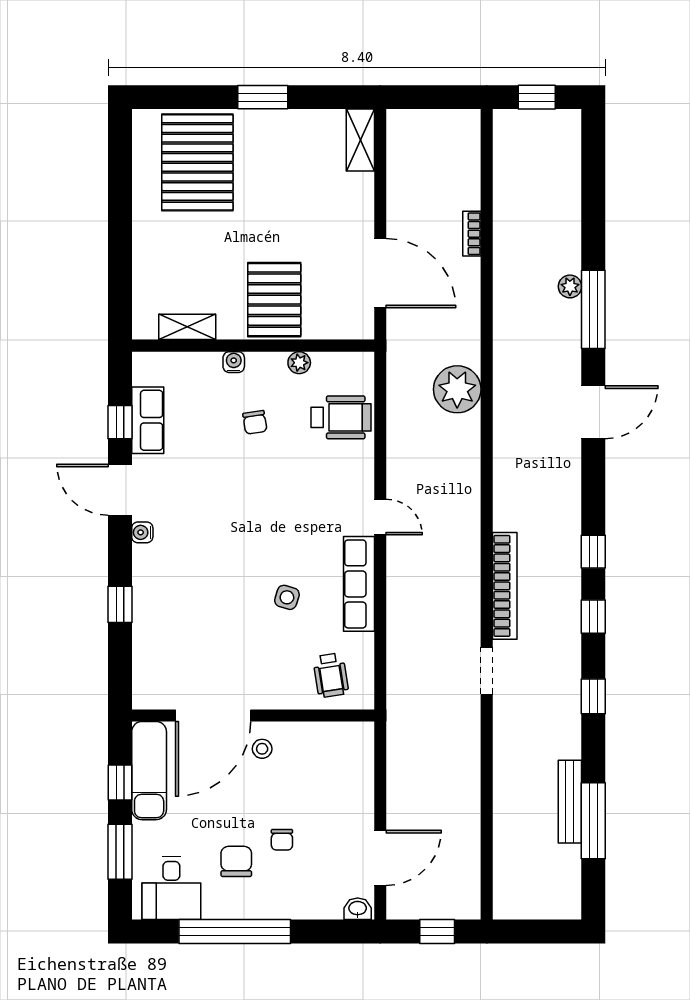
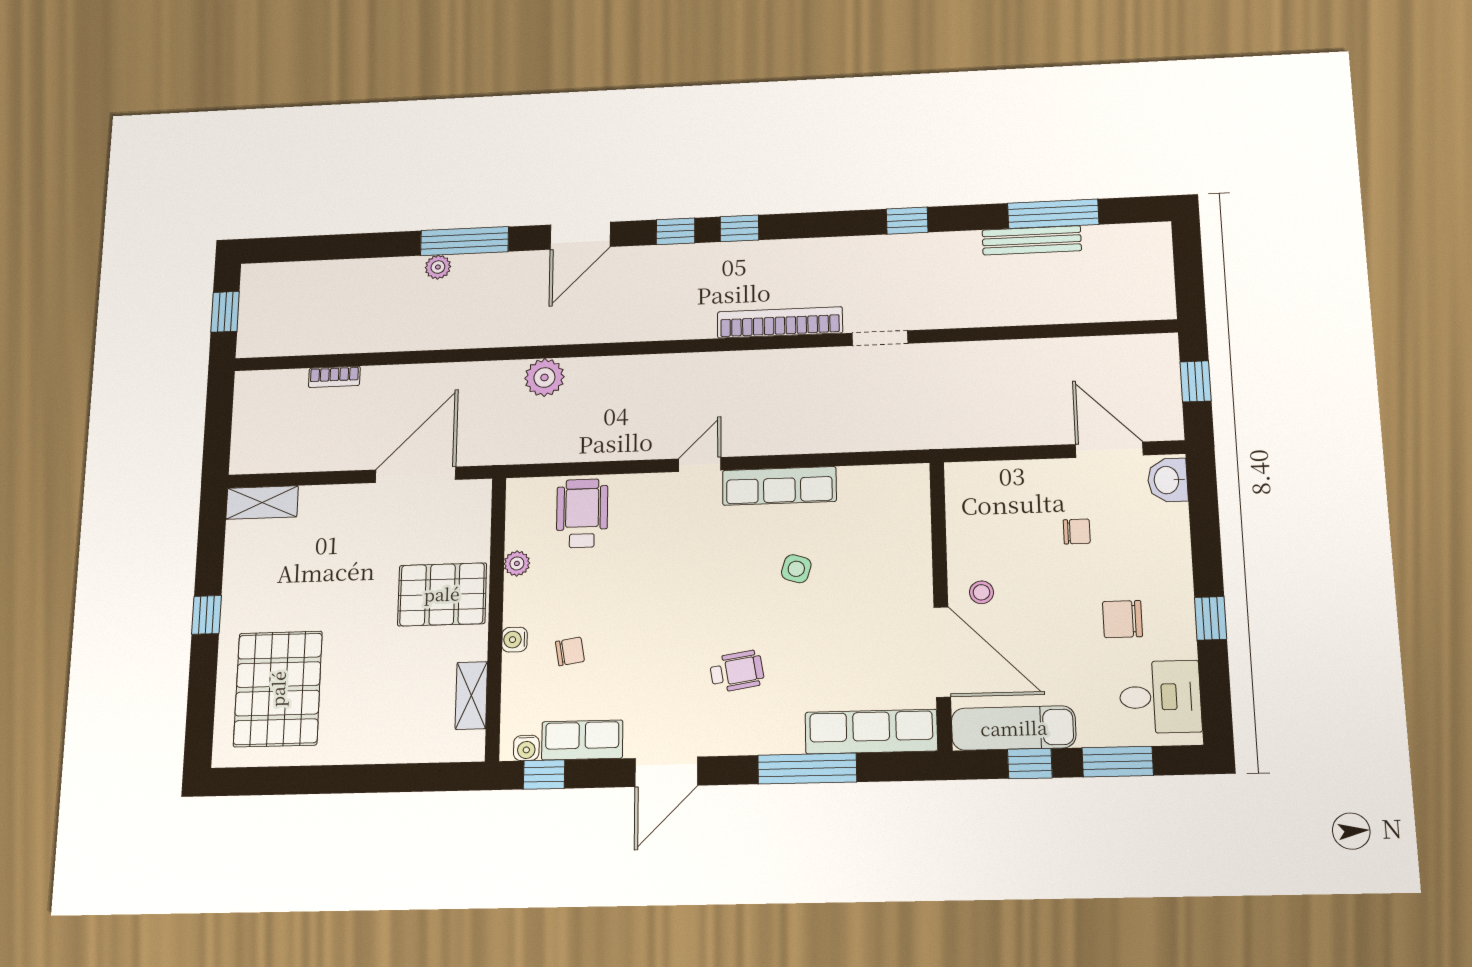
window: (263, 97) -> (207, 615), width x0.67
pallet: (197, 162) -> (278, 689), turned 90
bookcase: (472, 234) -> (334, 377), moved
plant: (457, 389) -> (544, 378), width x0.73, depth x0.73
door: (593, 412) -> (580, 236), swing flipped
window: (120, 422) -> (544, 775), moved
chair: (255, 422) -> (570, 651), moved
water cooler: (142, 532) -> (526, 748), moved
window: (120, 604) -> (807, 769), width x2.17
window: (593, 617) -> (676, 231), moved
row of seats: (149, 656) -> (871, 732), added
wheelchair: (331, 675) -> (737, 671), moved
chair: (282, 840) -> (1077, 532), moved
washbasin: (358, 909) -> (1168, 480), width x1.38, depth x1.45
window: (235, 931) -> (1210, 618), width x0.32

